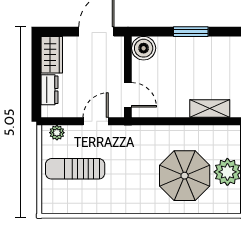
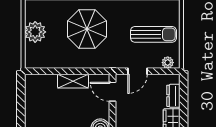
shelving: (210, 109) -> (73, 81), moved
parasol: (185, 176) -> (87, 29), moved

